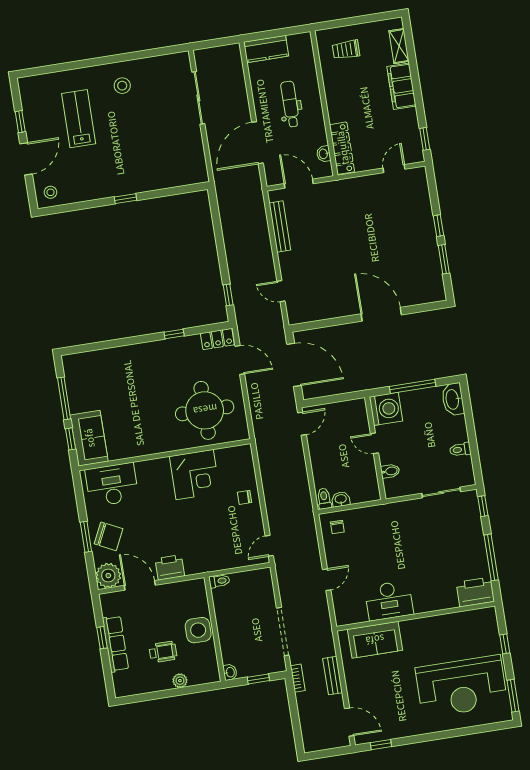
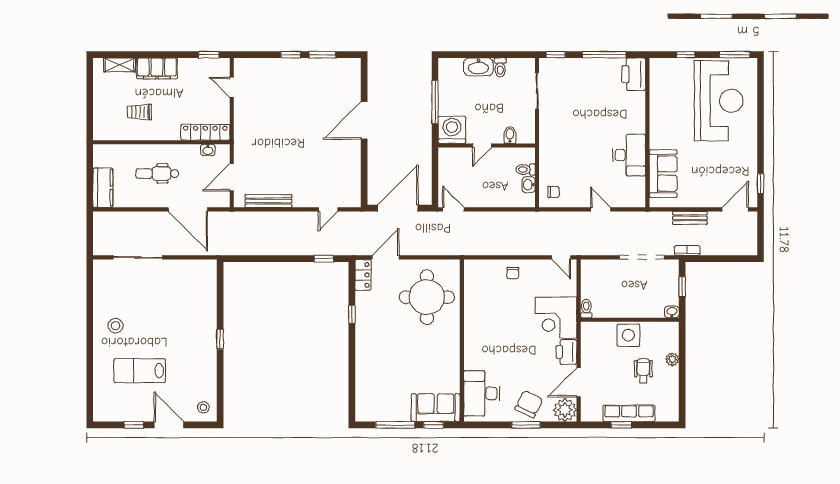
trolley: (346, 50) -> (139, 112), moved, turned 90
washbasin: (453, 399) -> (478, 67), moved
corner desk: (195, 475) -> (556, 318), moved, turned 180
toilet: (324, 499) -> (526, 169), moved

